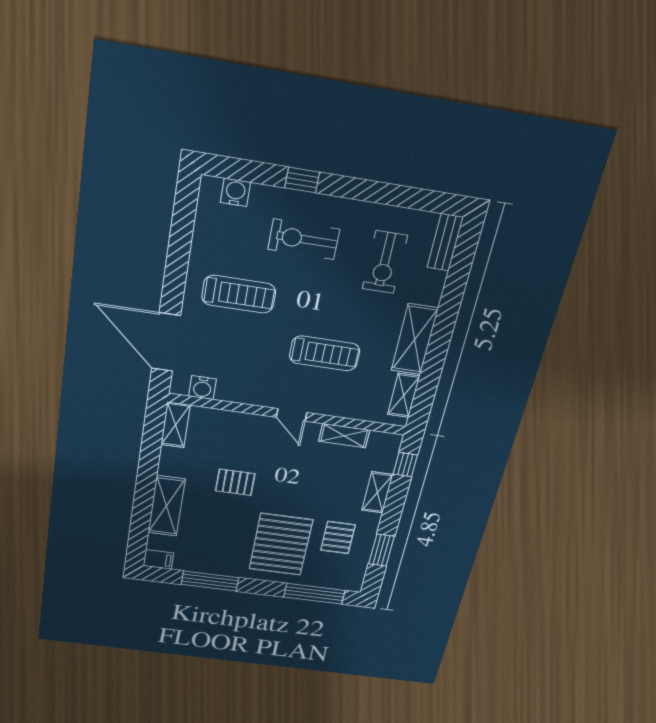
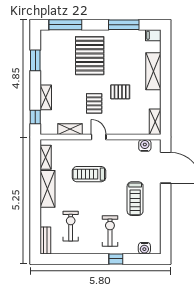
exercise bike: (304, 239) -> (110, 231), turned -90
treadmill: (239, 294) -> (135, 199), turned -90
pallet: (338, 538) -> (94, 103), moved

